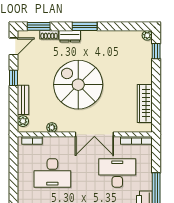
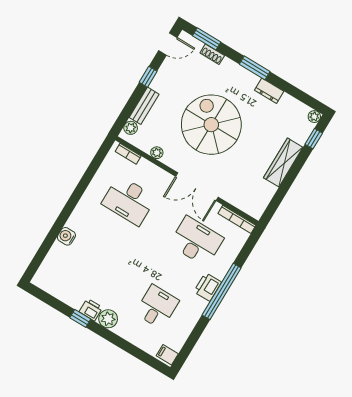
dresser: (70, 36) -> (269, 91), moved
wardrobe: (145, 103) -> (283, 162), moved

